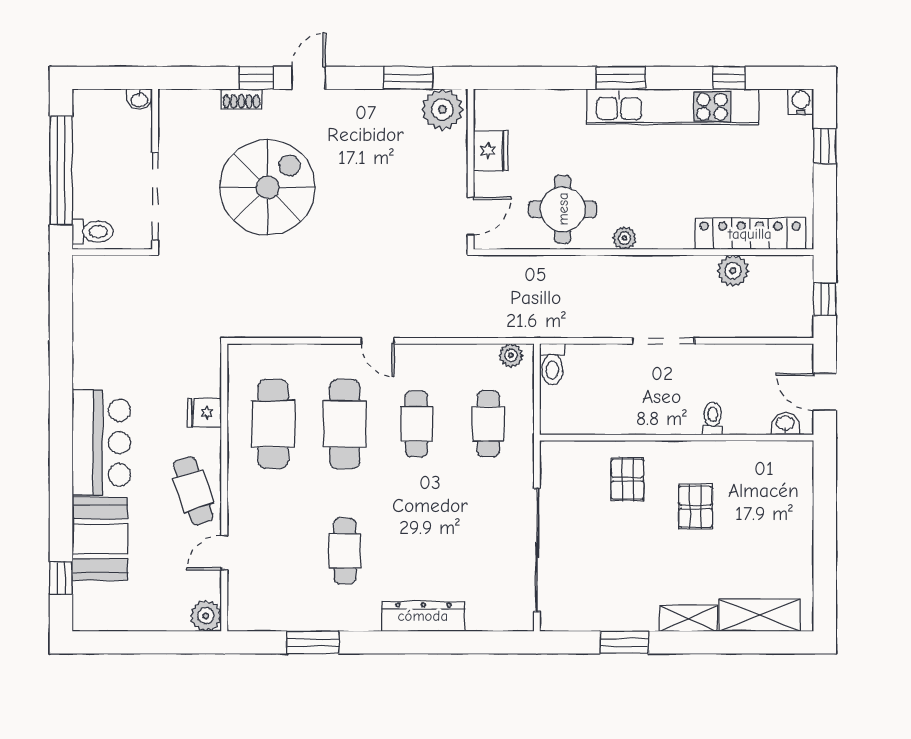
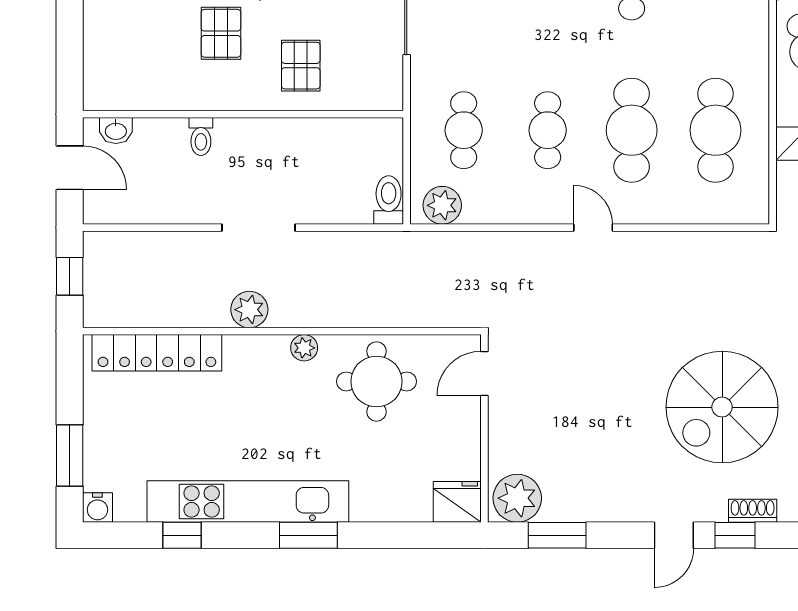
window: (825, 146) -> (70, 456), width x1.50
fridge: (491, 151) -> (457, 502), moved, turned 90
plant: (733, 271) -> (249, 310), moved
plant: (511, 355) -> (442, 205), width x1.38, depth x1.38

